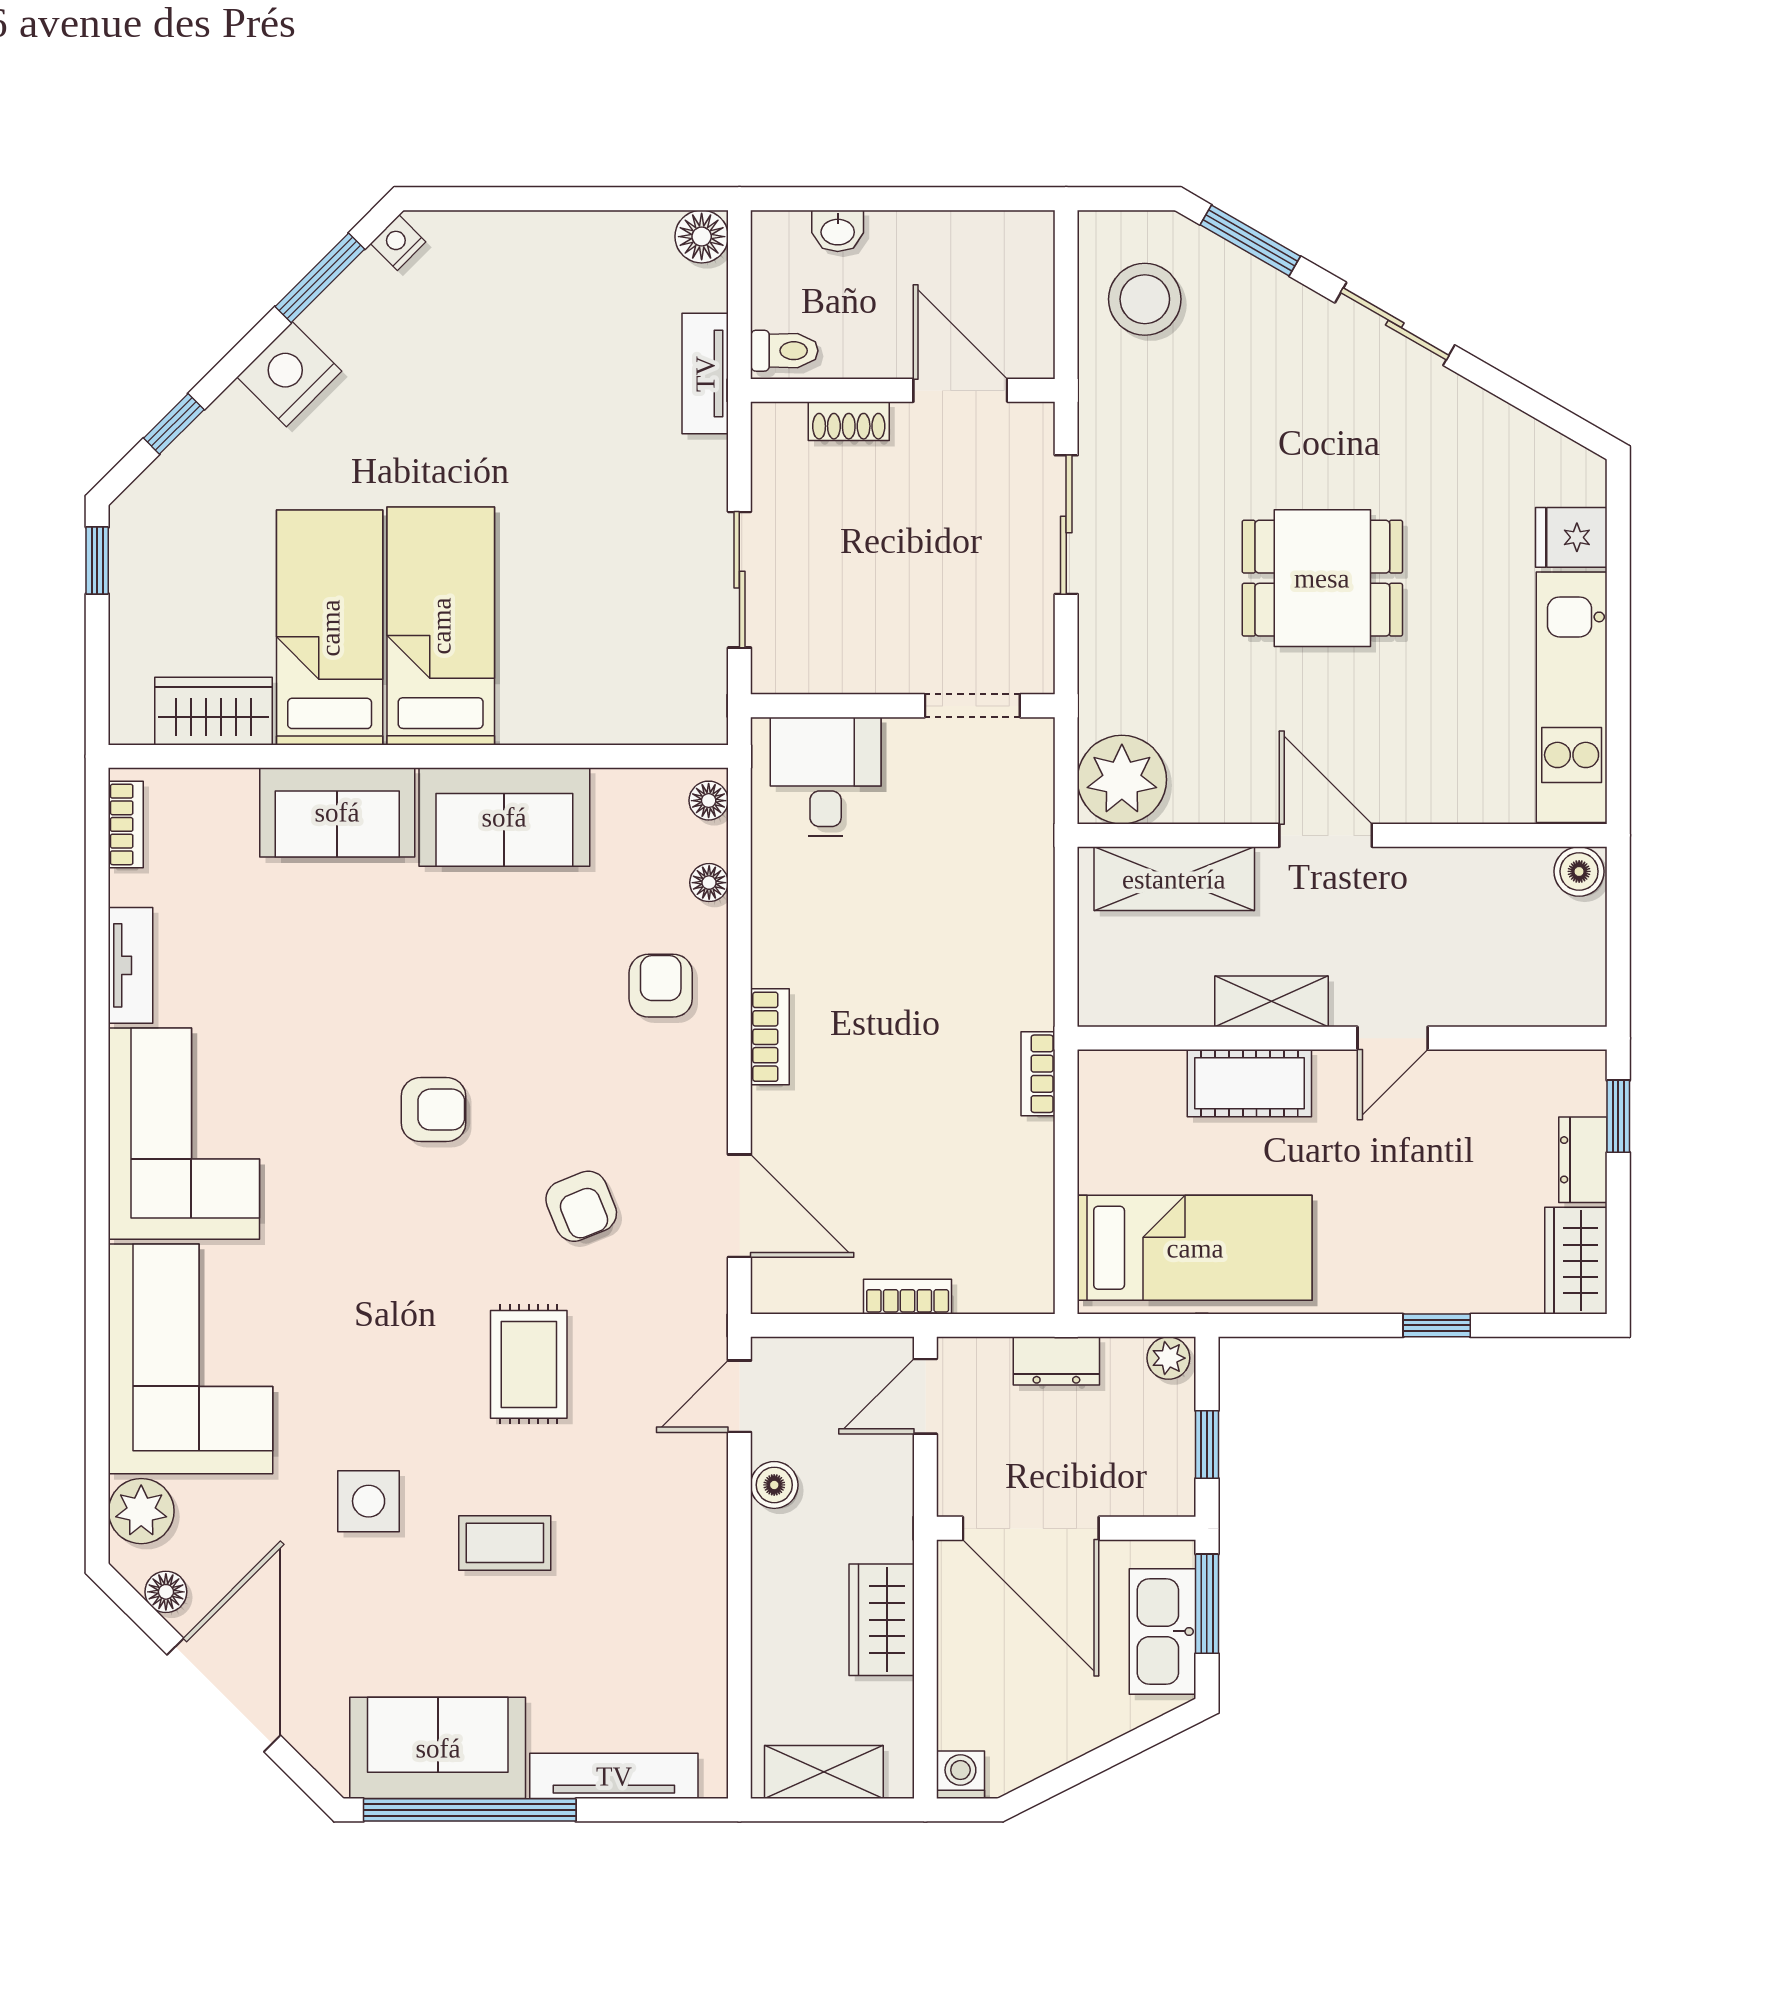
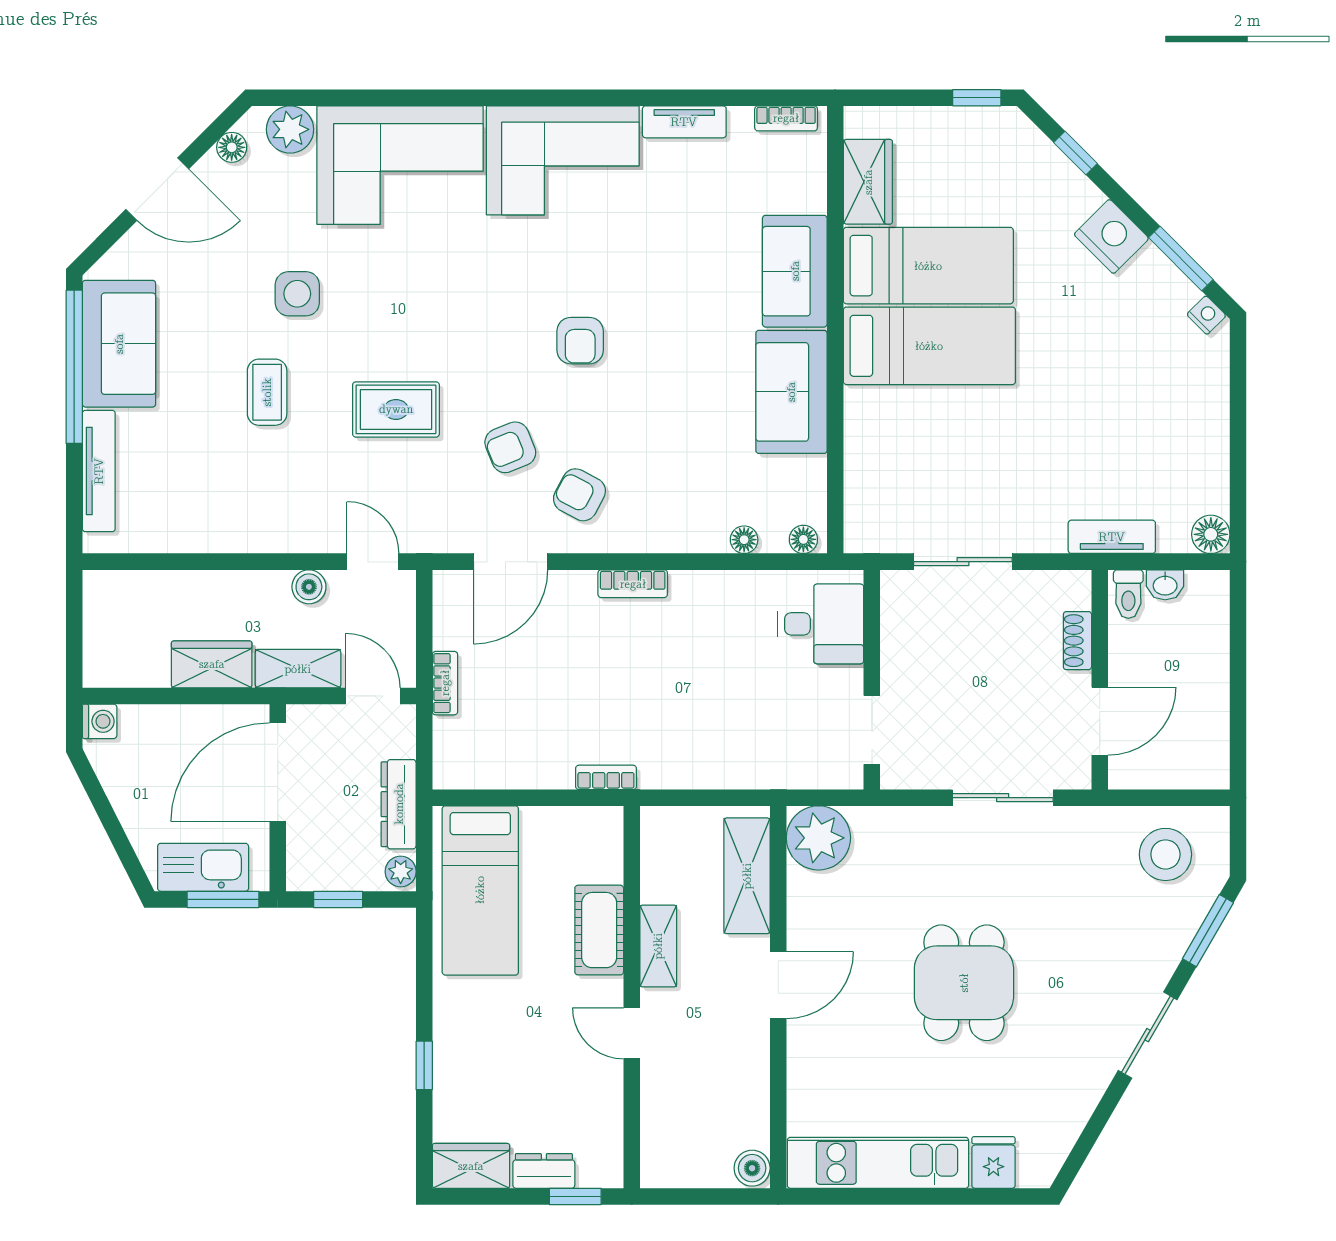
washbasin: (838, 231) -> (1165, 585), moved, turned -90
armchair: (661, 986) -> (579, 495), moved, turned -152
dresser: (1056, 1361) -> (399, 804), width x1.44
door: (224, 1695) -> (157, 189), width x0.73
shelving: (824, 1772) -> (298, 669), moved, turned 90

